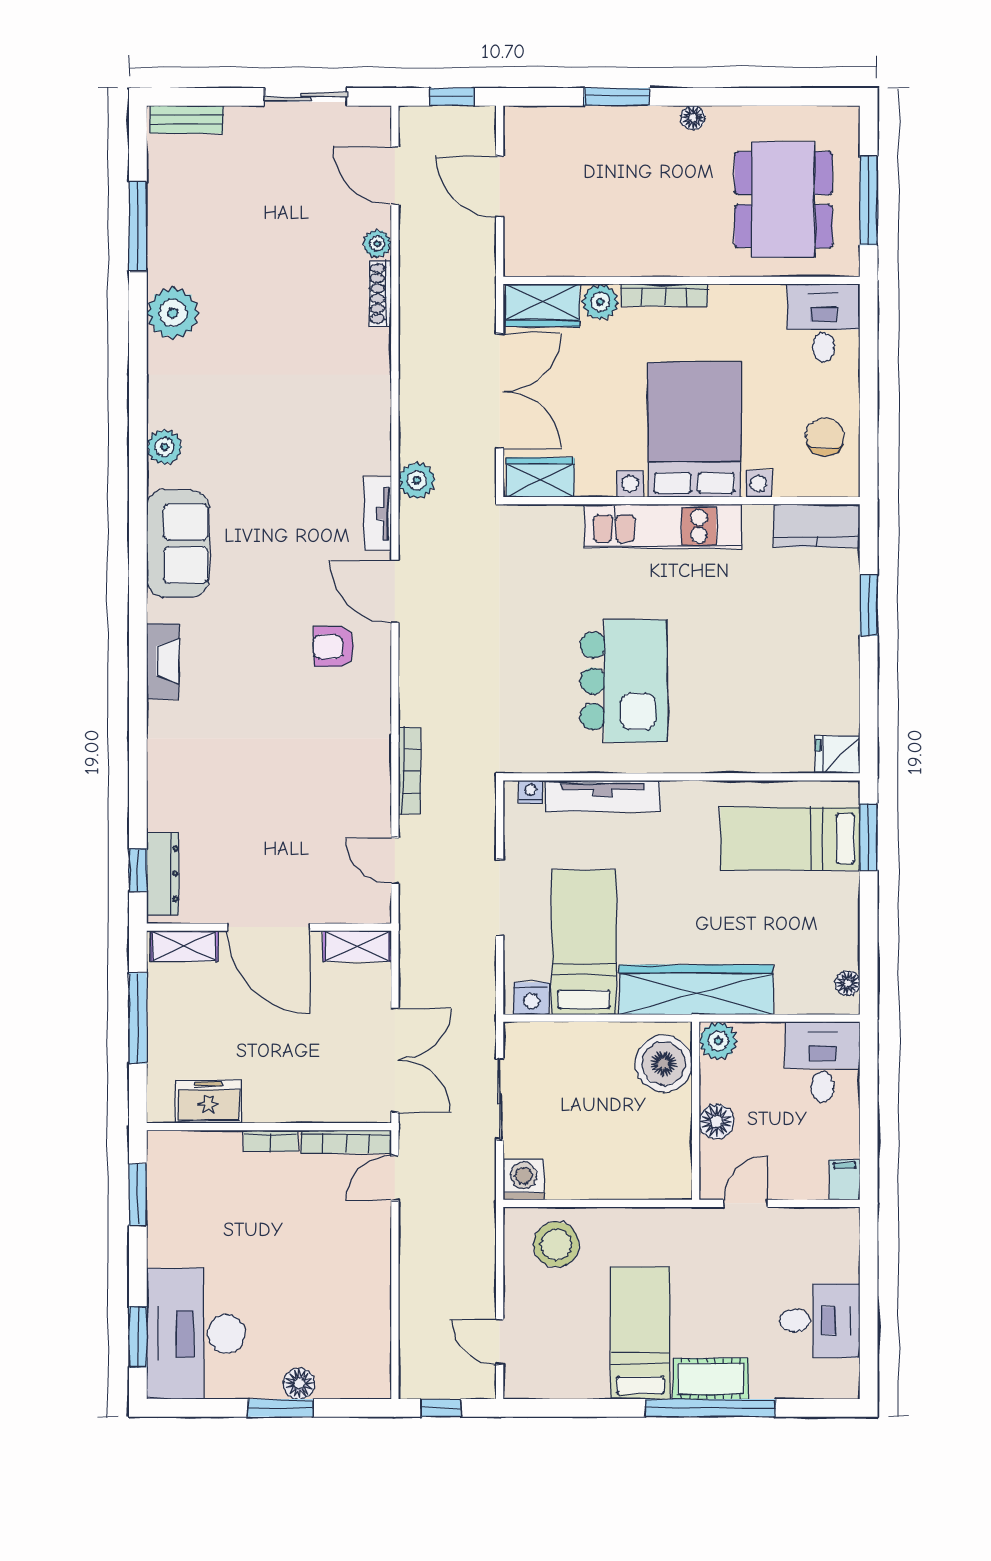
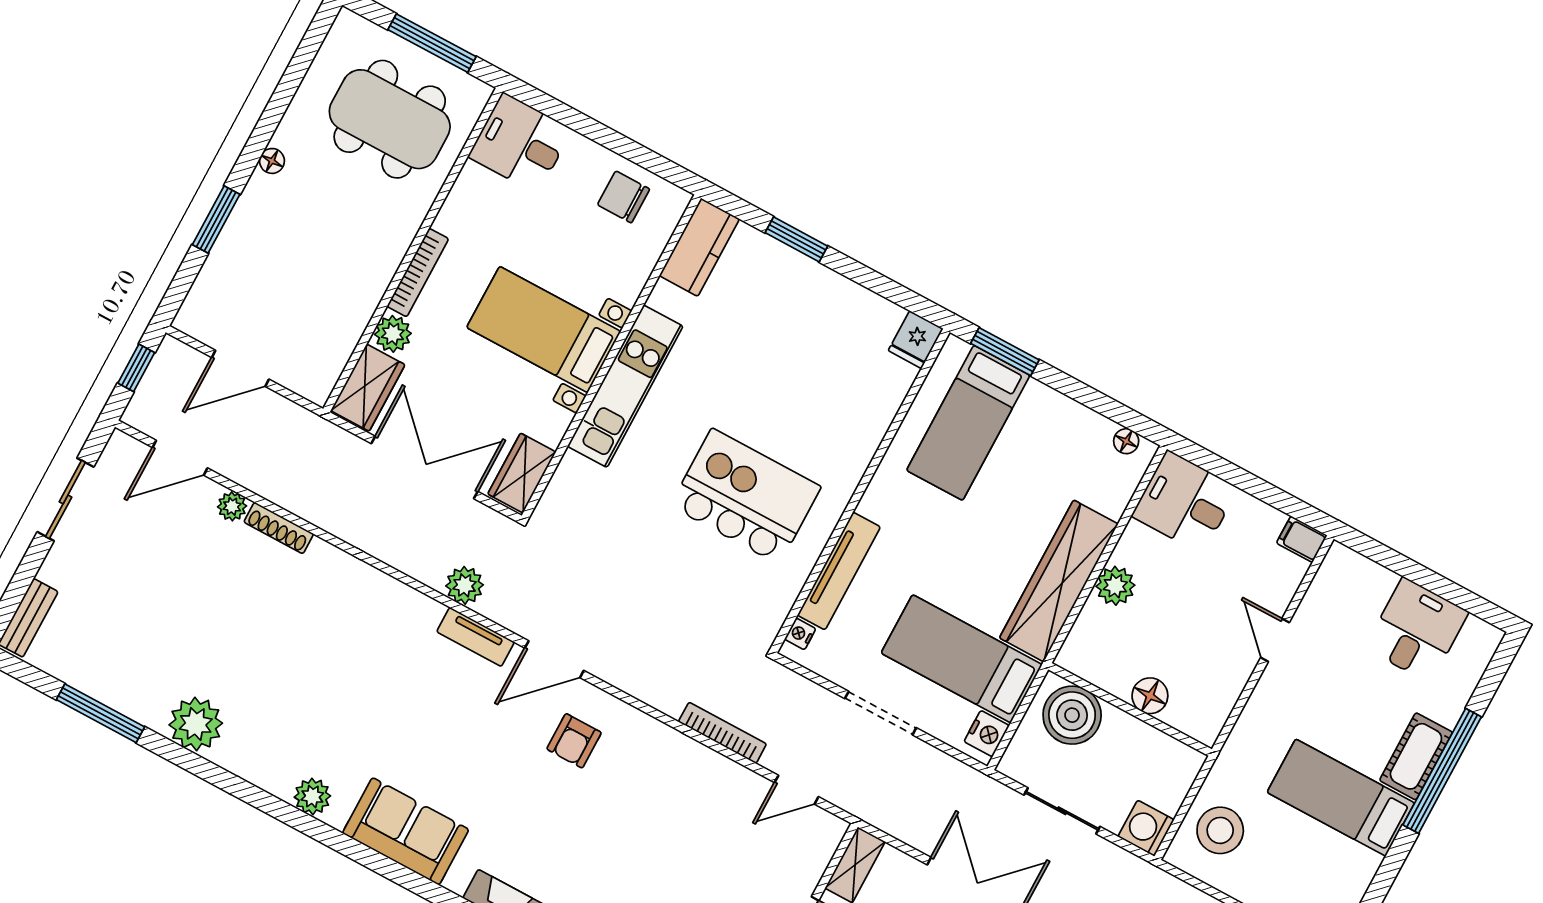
bed with nightstands: (694, 430) -> (544, 329), width x0.73
boiler: (664, 1063) -> (1072, 715), moved
wall: (696, 1111) -> (1130, 709), moved
floor lamp: (716, 1121) -> (1150, 696), moved

